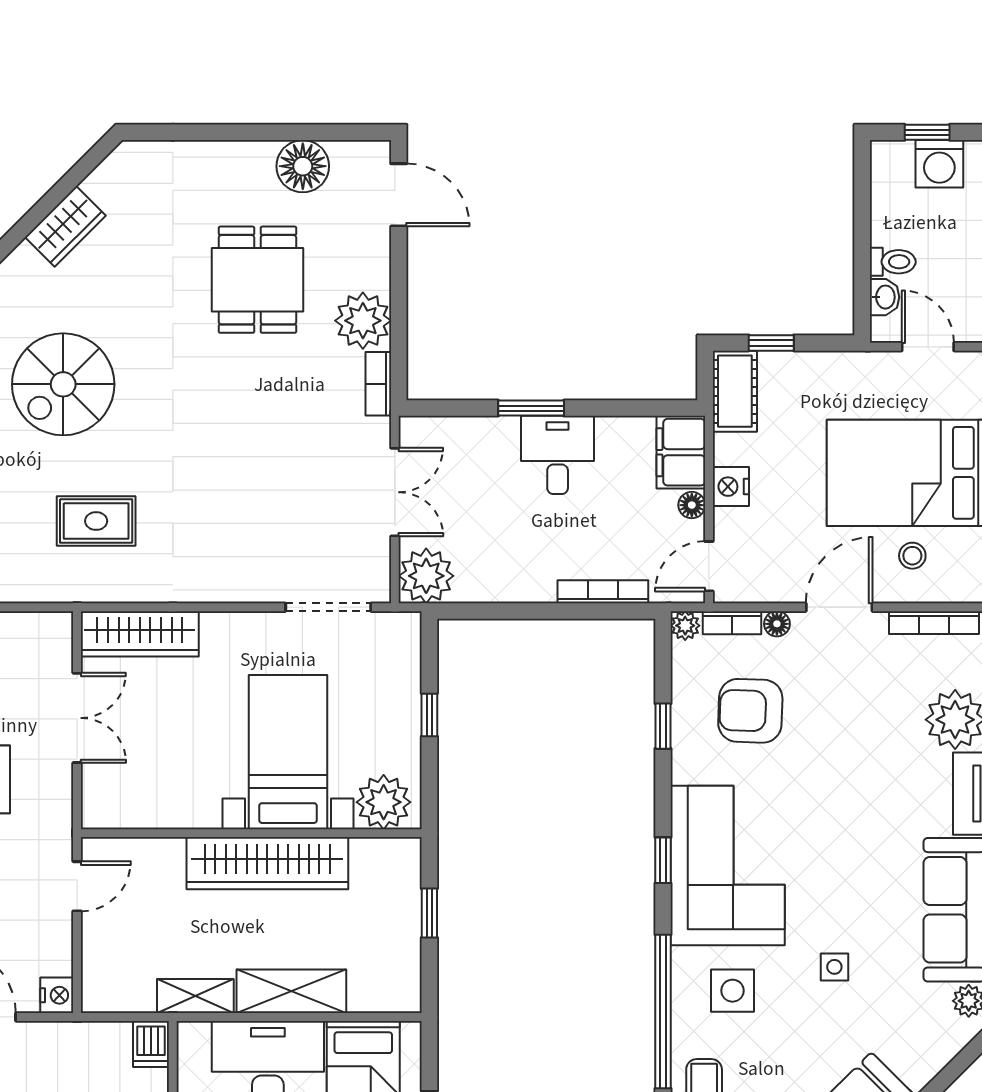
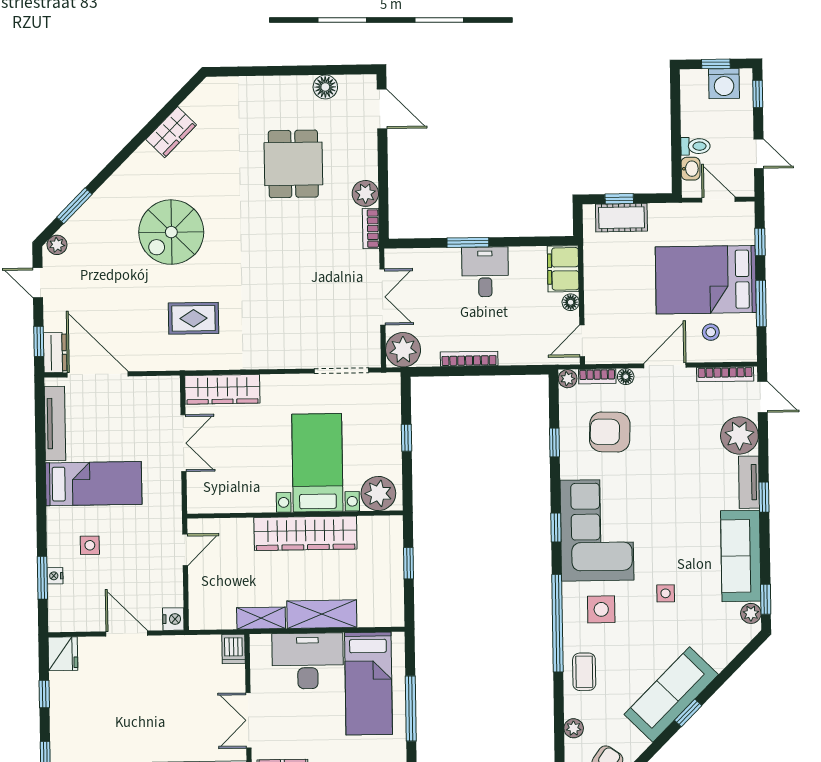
floor lamp: (303, 166) -> (325, 87), width x0.73, depth x0.73
plant: (363, 321) -> (365, 193), width x0.73, depth x0.73
cot: (735, 391) -> (621, 218), moved, turned 90
nightstand: (731, 487) -> (595, 290), removed
bookcase: (603, 592) -> (469, 359), moved

